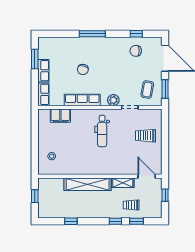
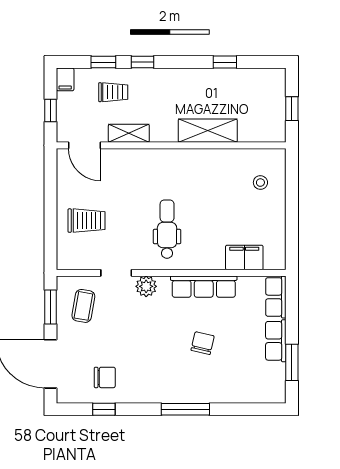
shelving: (88, 184) -> (208, 131), width x0.68
filing cabinet: (157, 212) -> (65, 79), added

